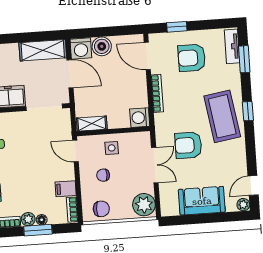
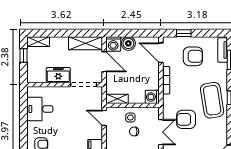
armchair: (192, 58) -> (193, 56), turned 180
chair: (103, 175) -> (134, 131), moved

